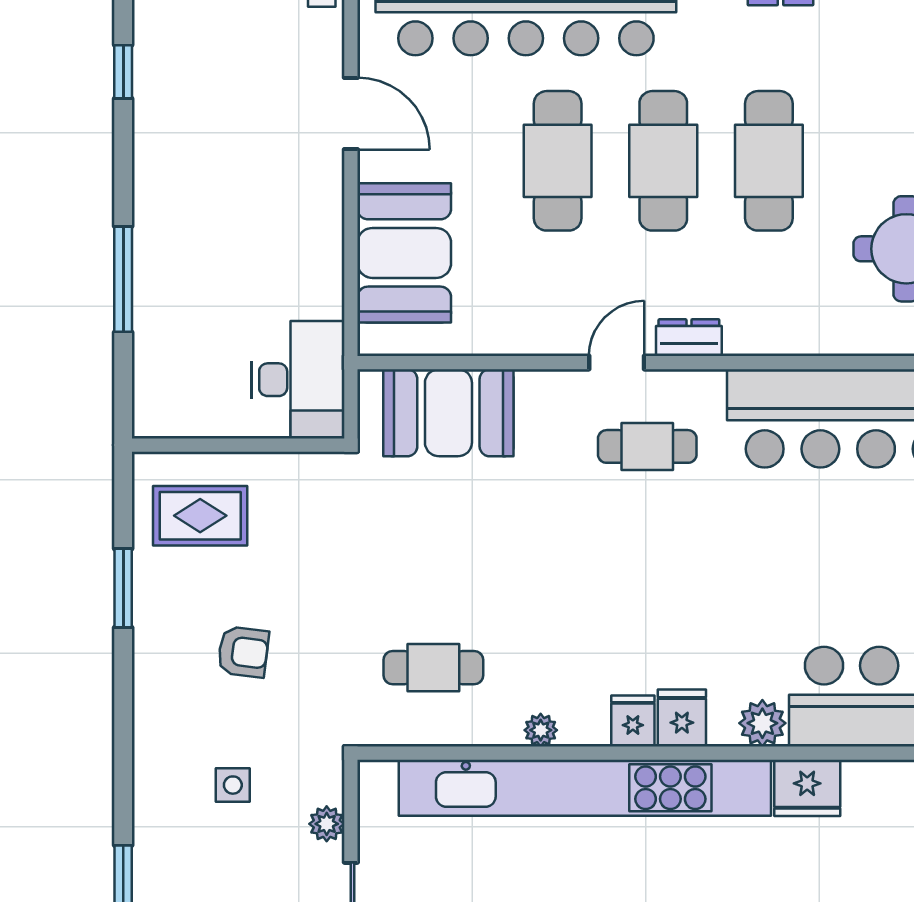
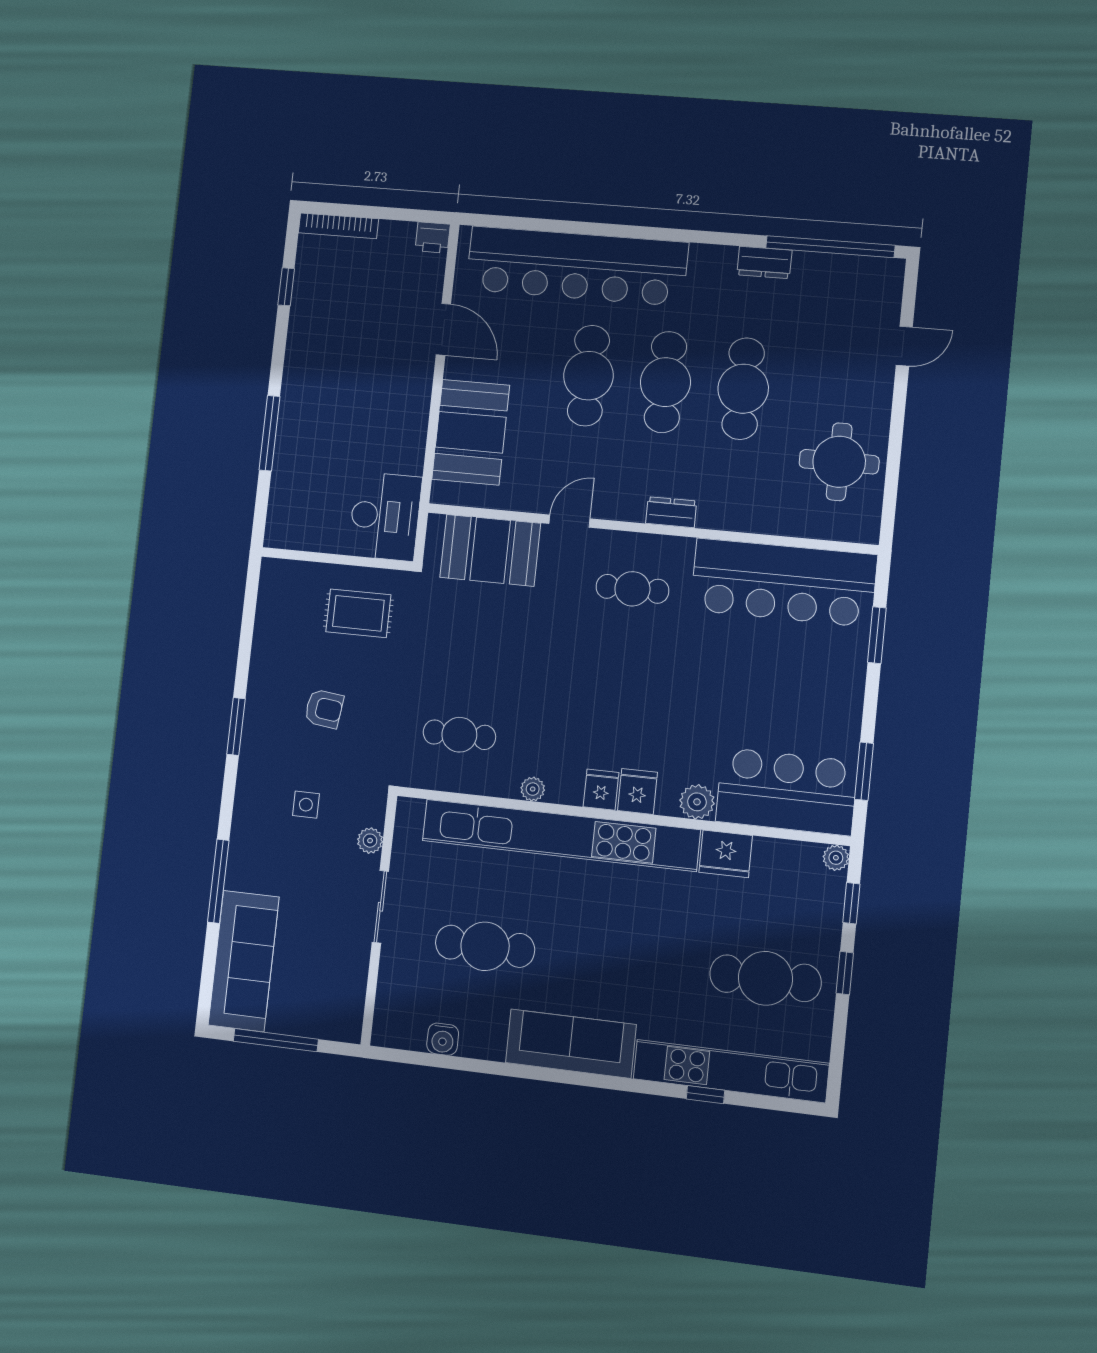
door: (617, 363) -> (570, 521), moved
rug: (200, 516) -> (358, 613), moved
window: (123, 588) -> (236, 726), moved

